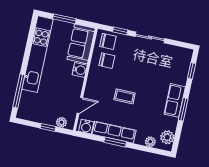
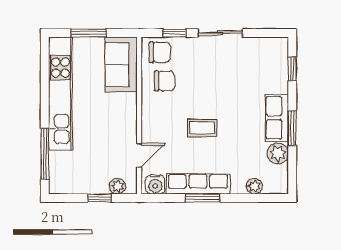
water cooler: (80, 70) -> (127, 103), removed
plant: (167, 137) -> (278, 153), moved

